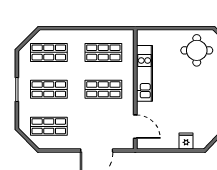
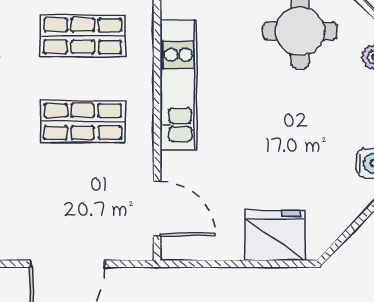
fridge: (186, 141) -> (275, 235), width x1.88, depth x1.34

